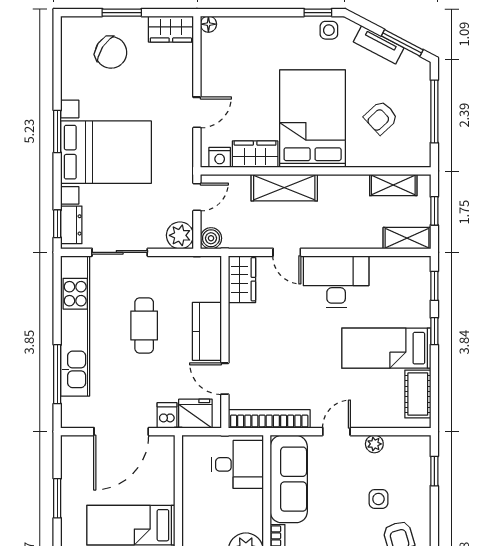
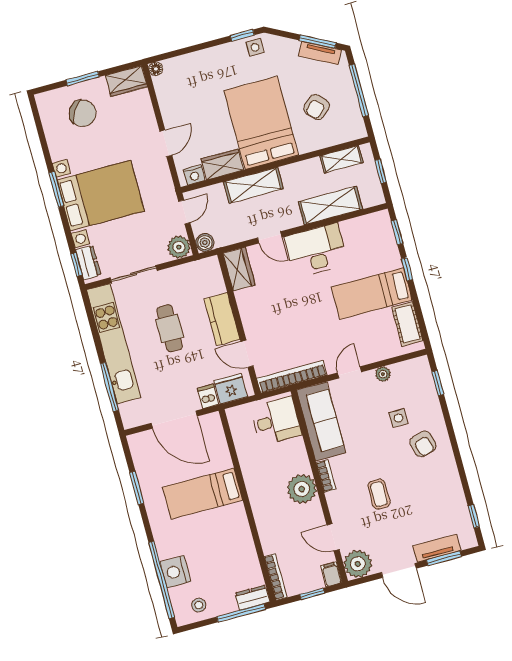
tv unit: (379, 45) -> (320, 53), moved
shelving: (407, 238) -> (330, 205), moved, width x1.50, depth x1.33
door: (121, 432) -> (174, 420), hinge flipped

